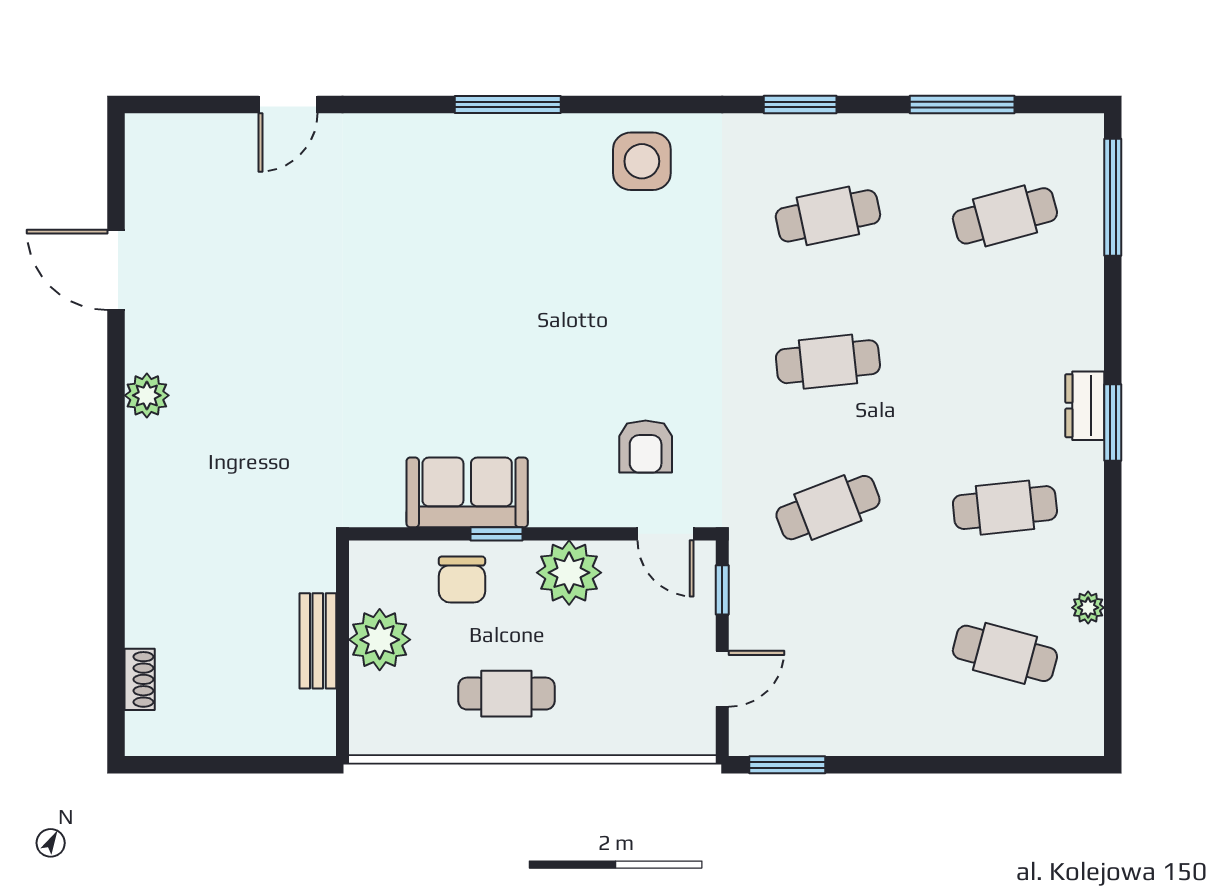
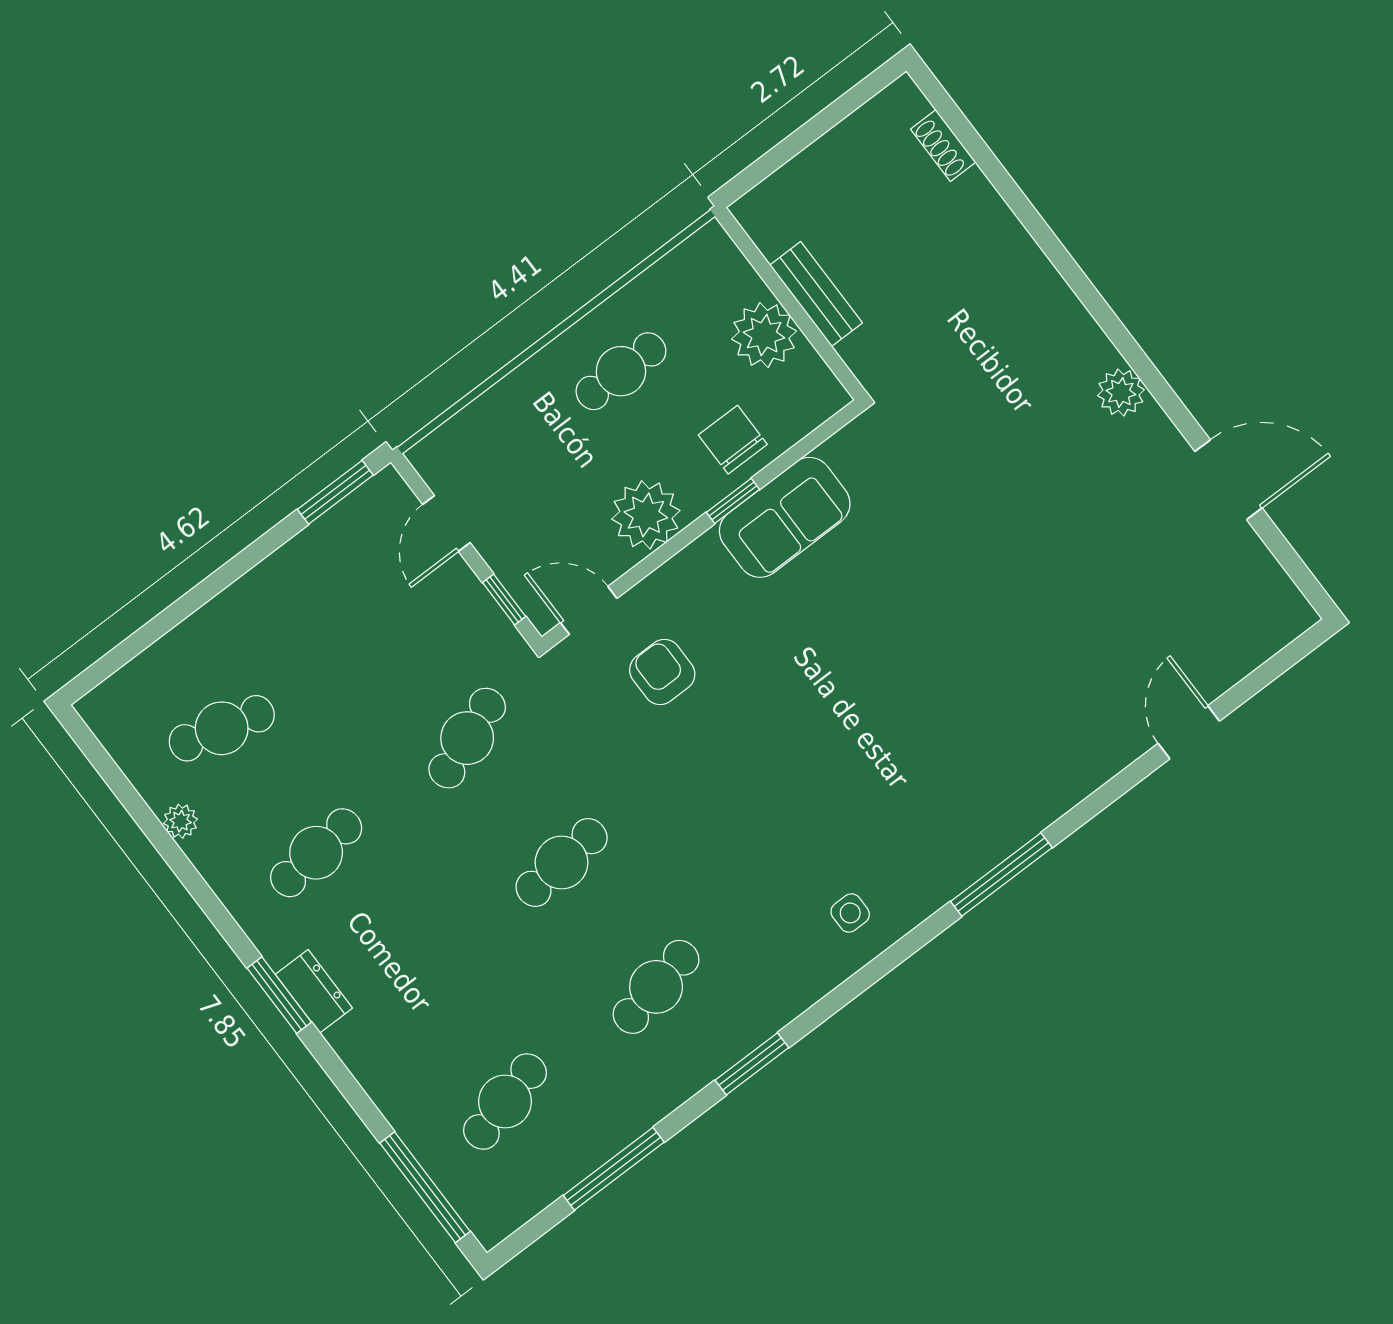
side table: (642, 161) -> (850, 913), width x0.54, depth x0.54

